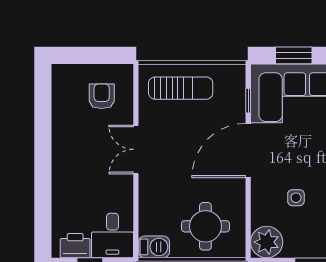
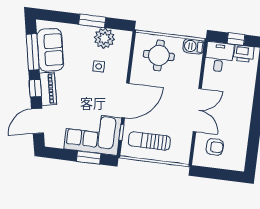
sun lounger: (181, 88) -> (149, 141), moved
armchair: (102, 96) -> (215, 147), turned -90
double door: (136, 149) -> (197, 110), width x1.37
plant: (267, 242) -> (104, 38), moved

